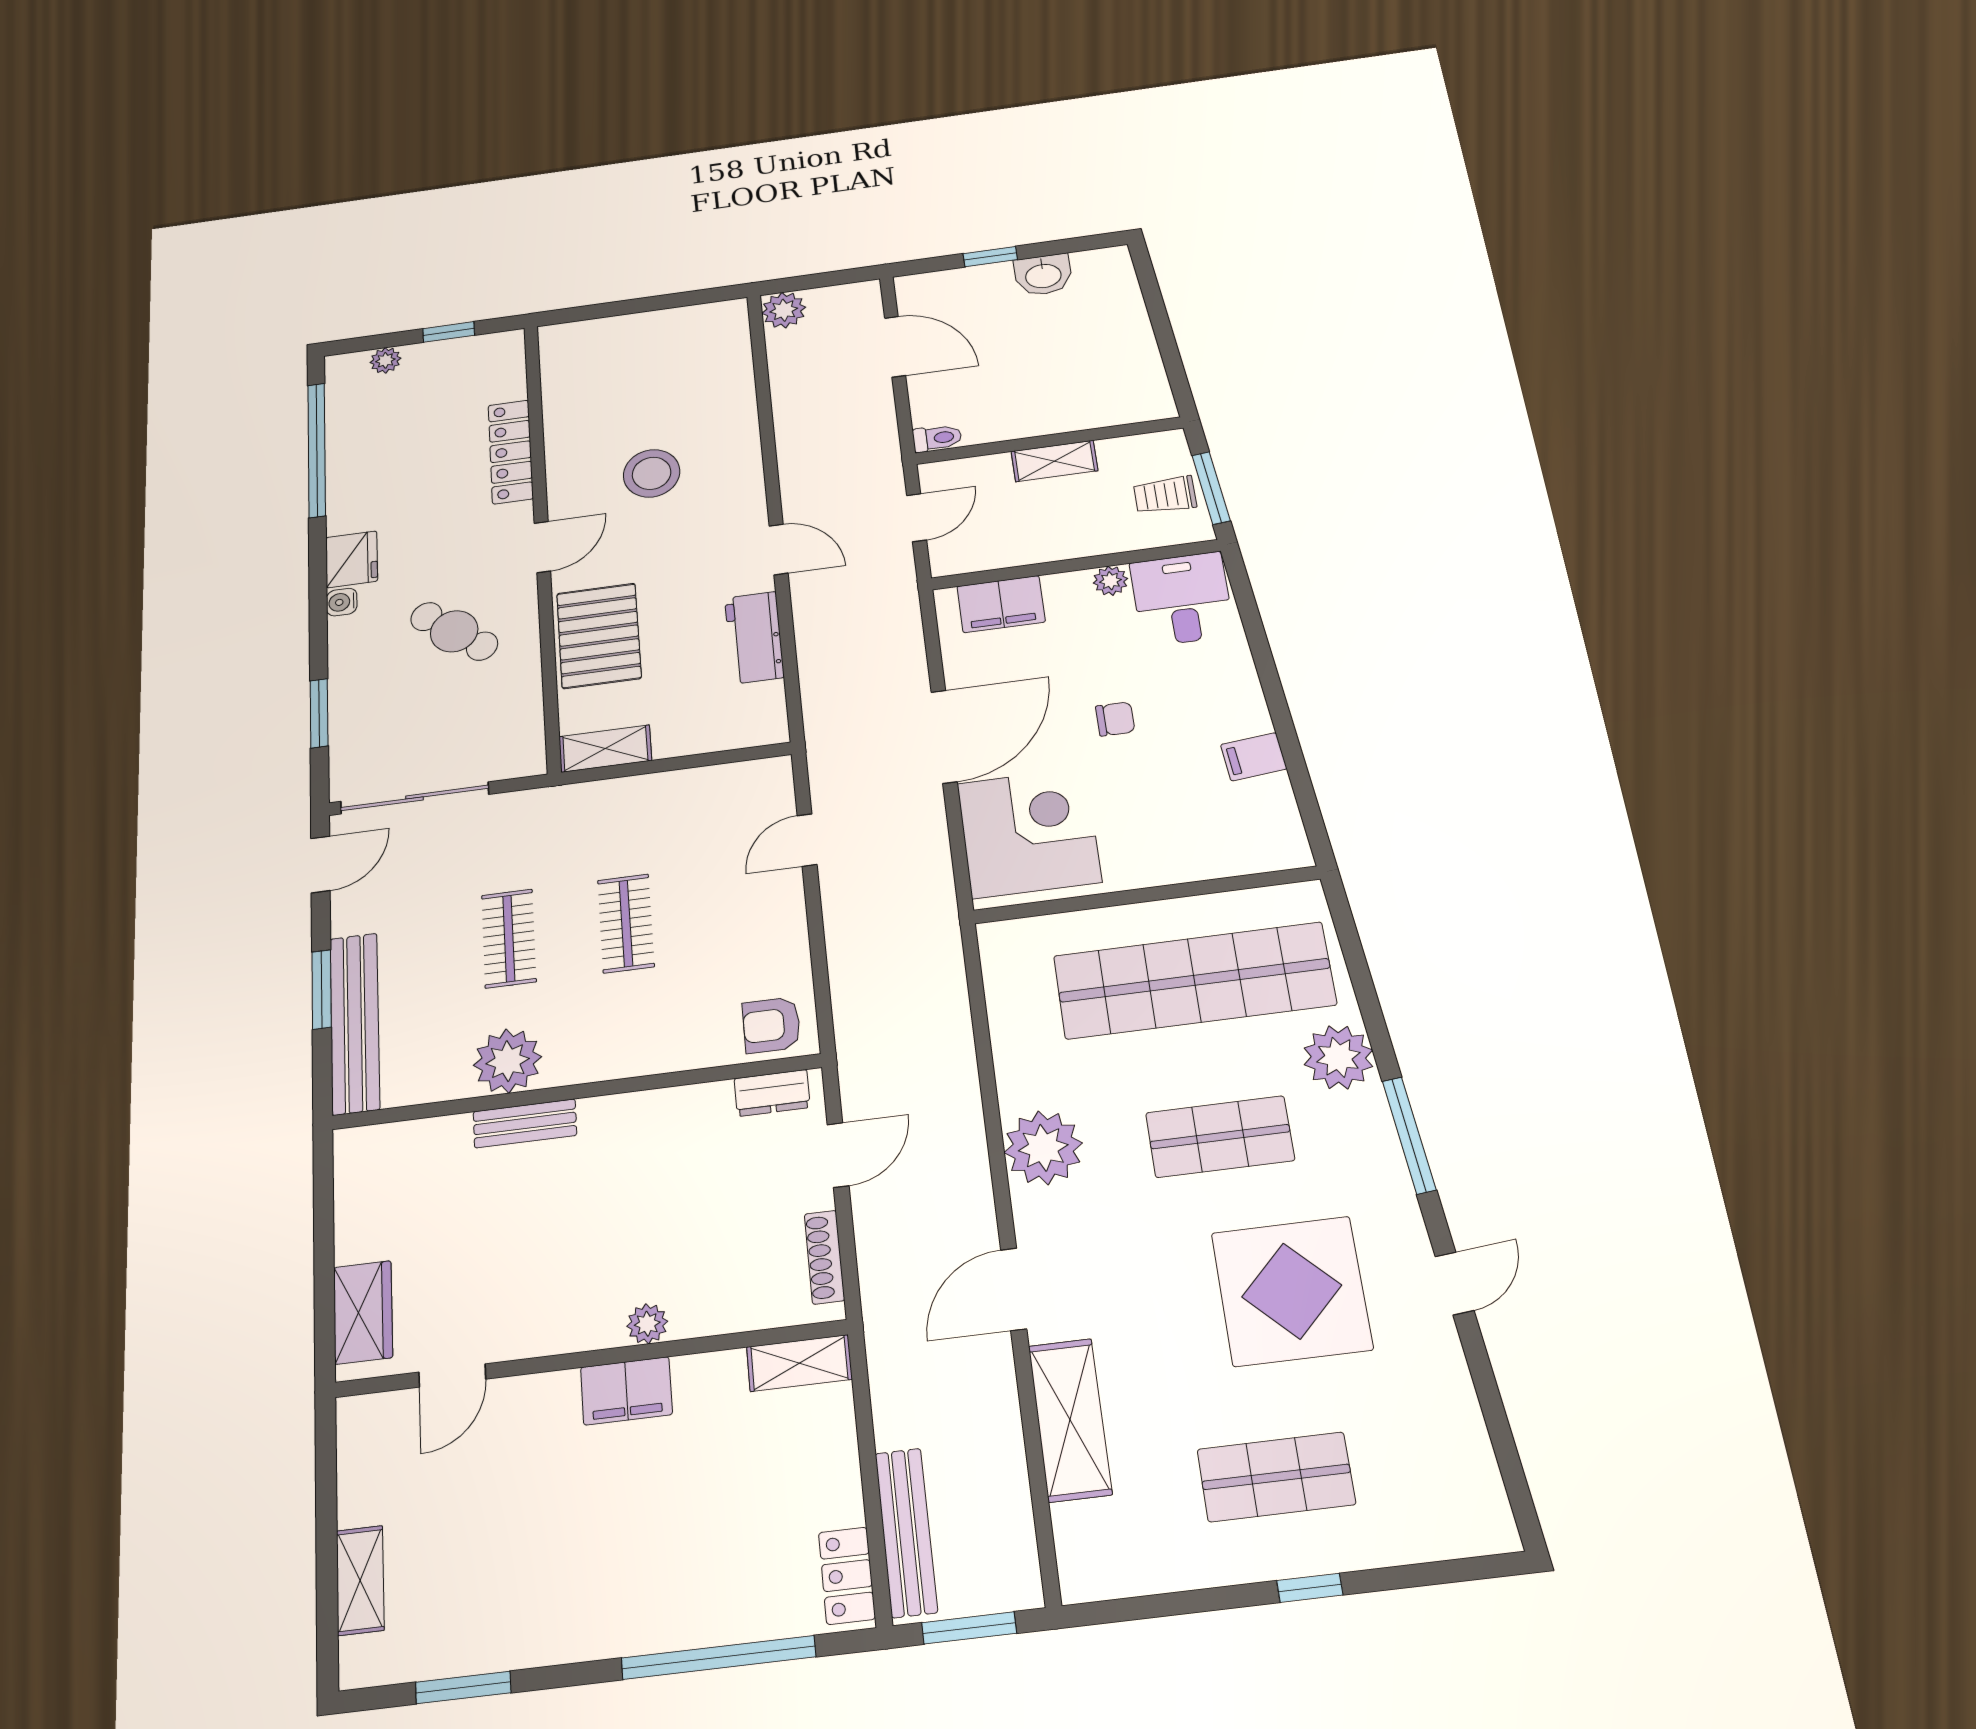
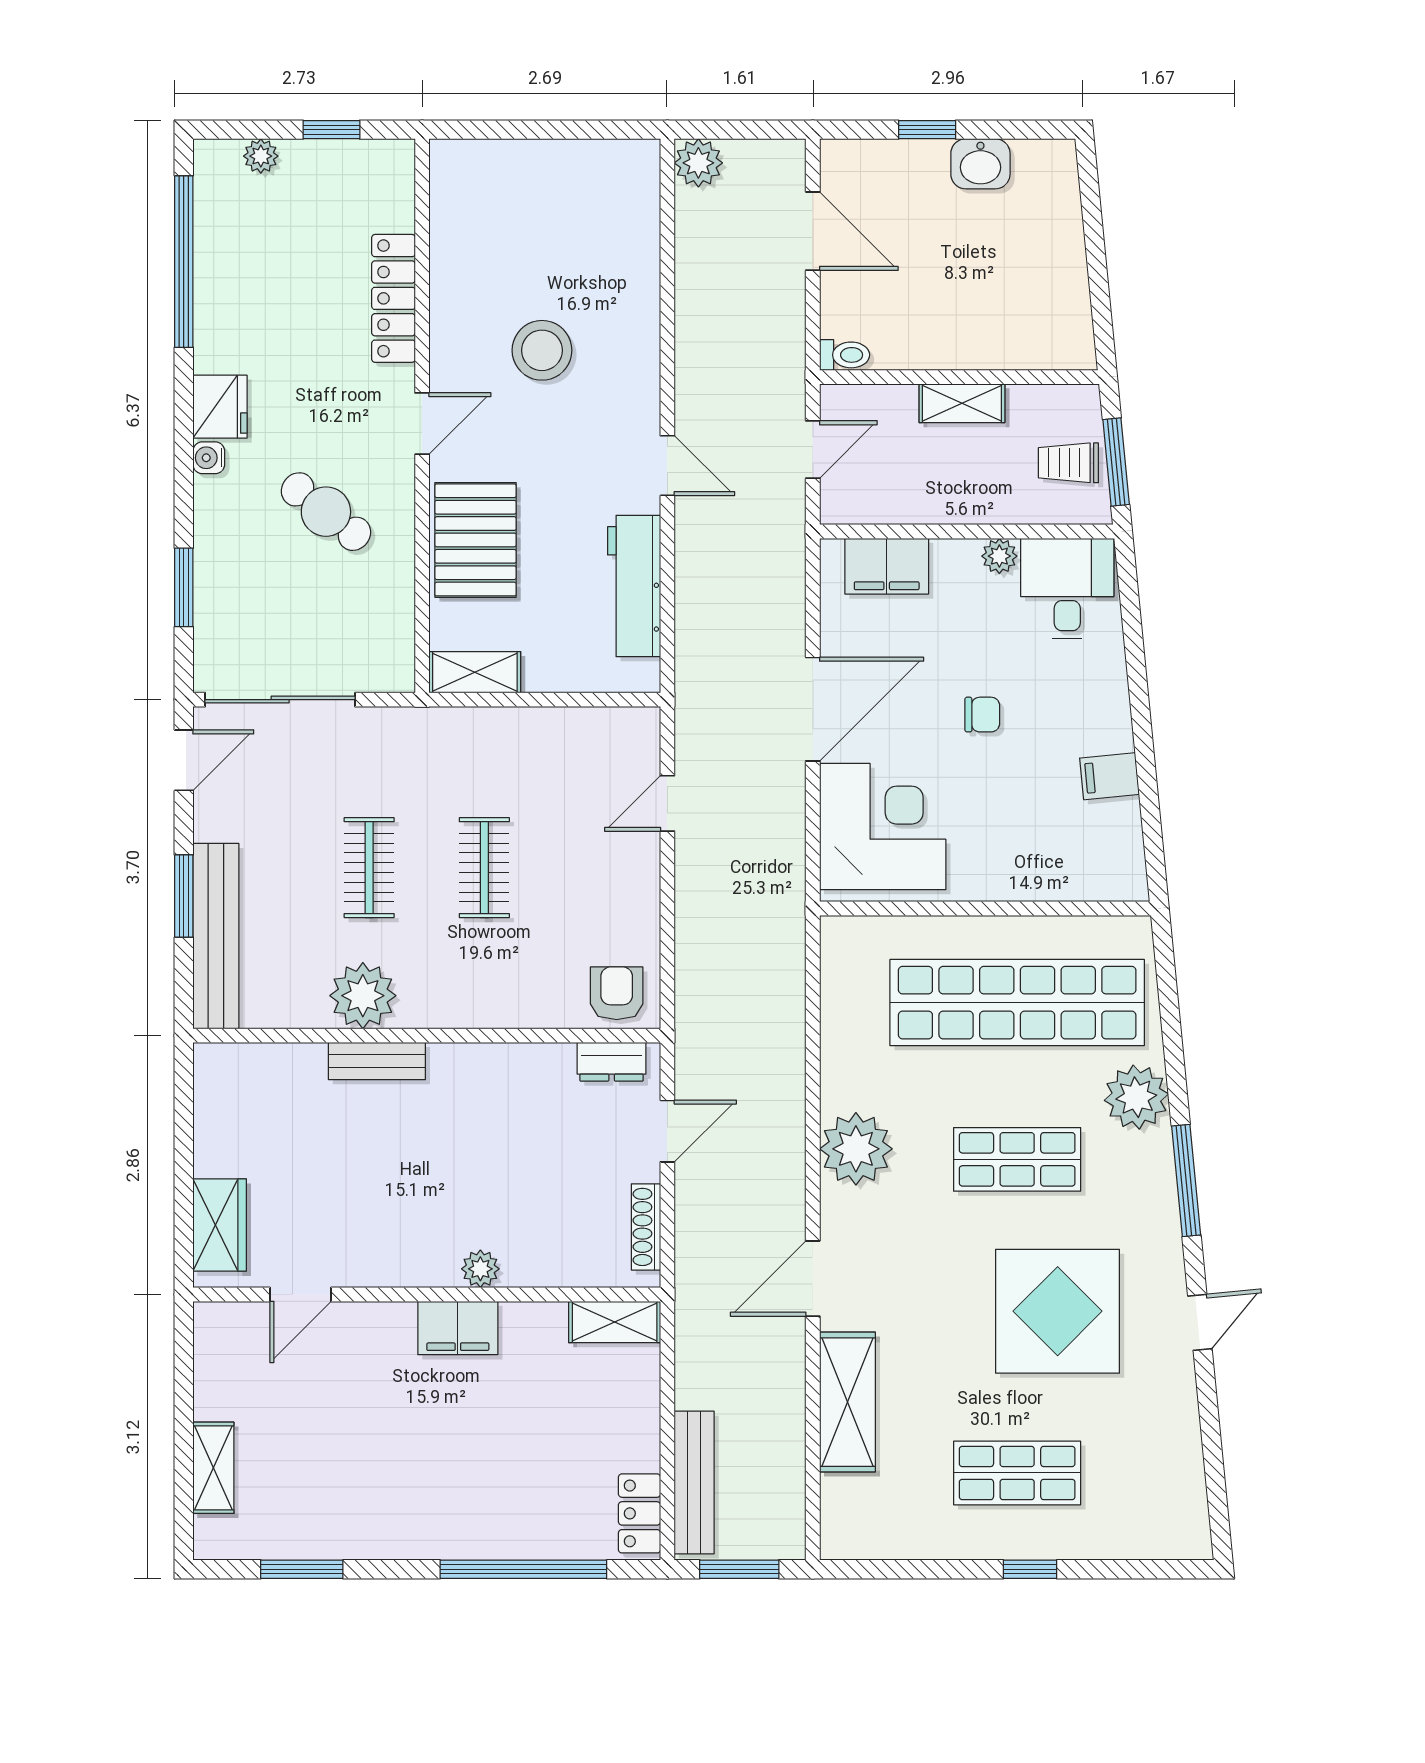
workbench: (754, 638) -> (634, 586), width x1.38
armchair: (771, 1025) -> (617, 993), turned 90

